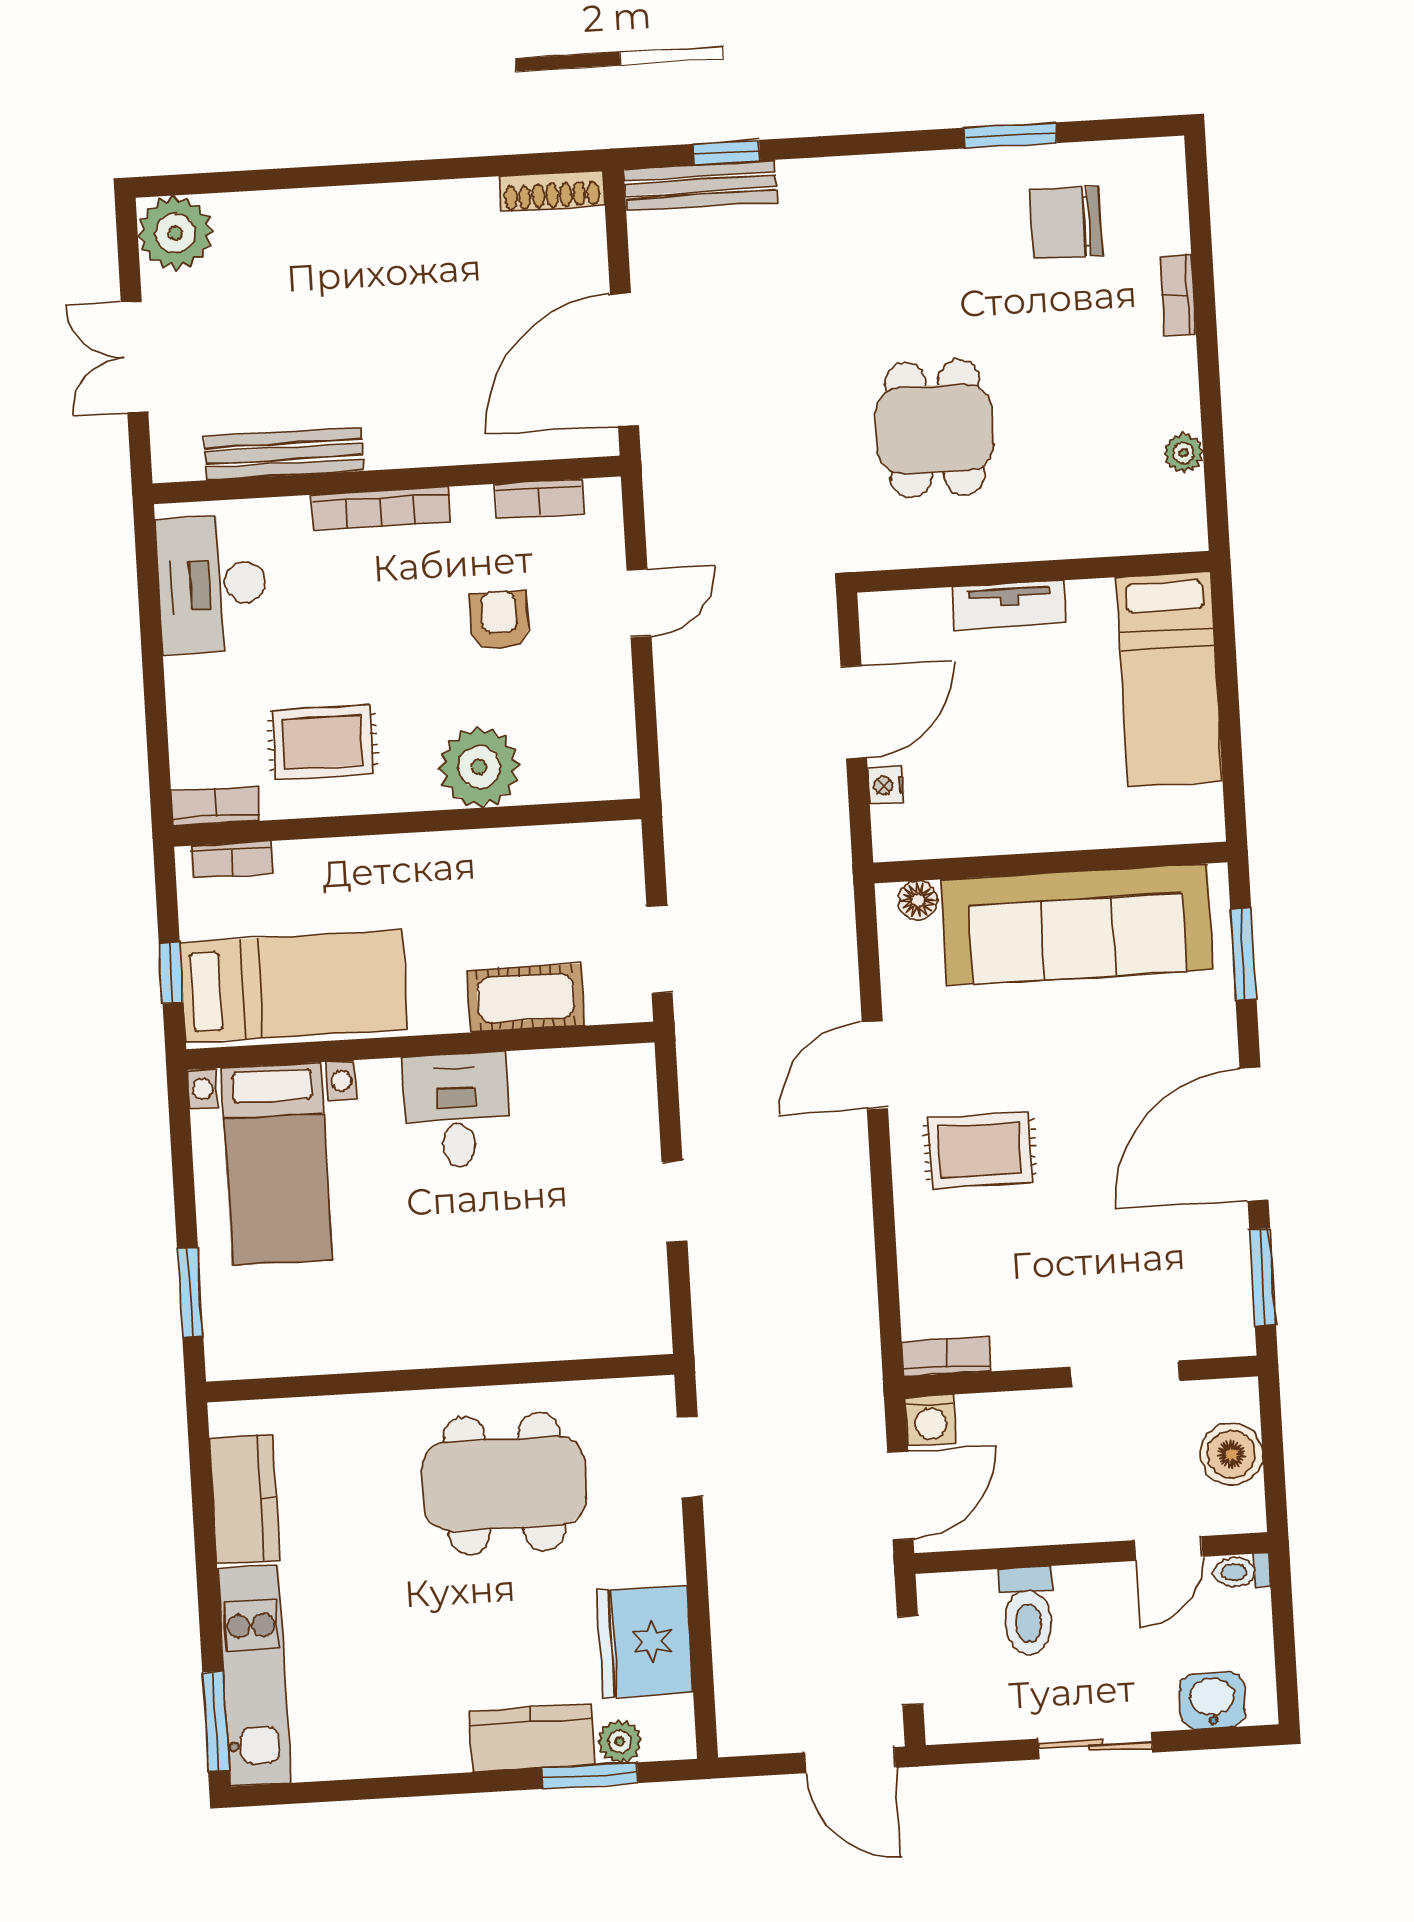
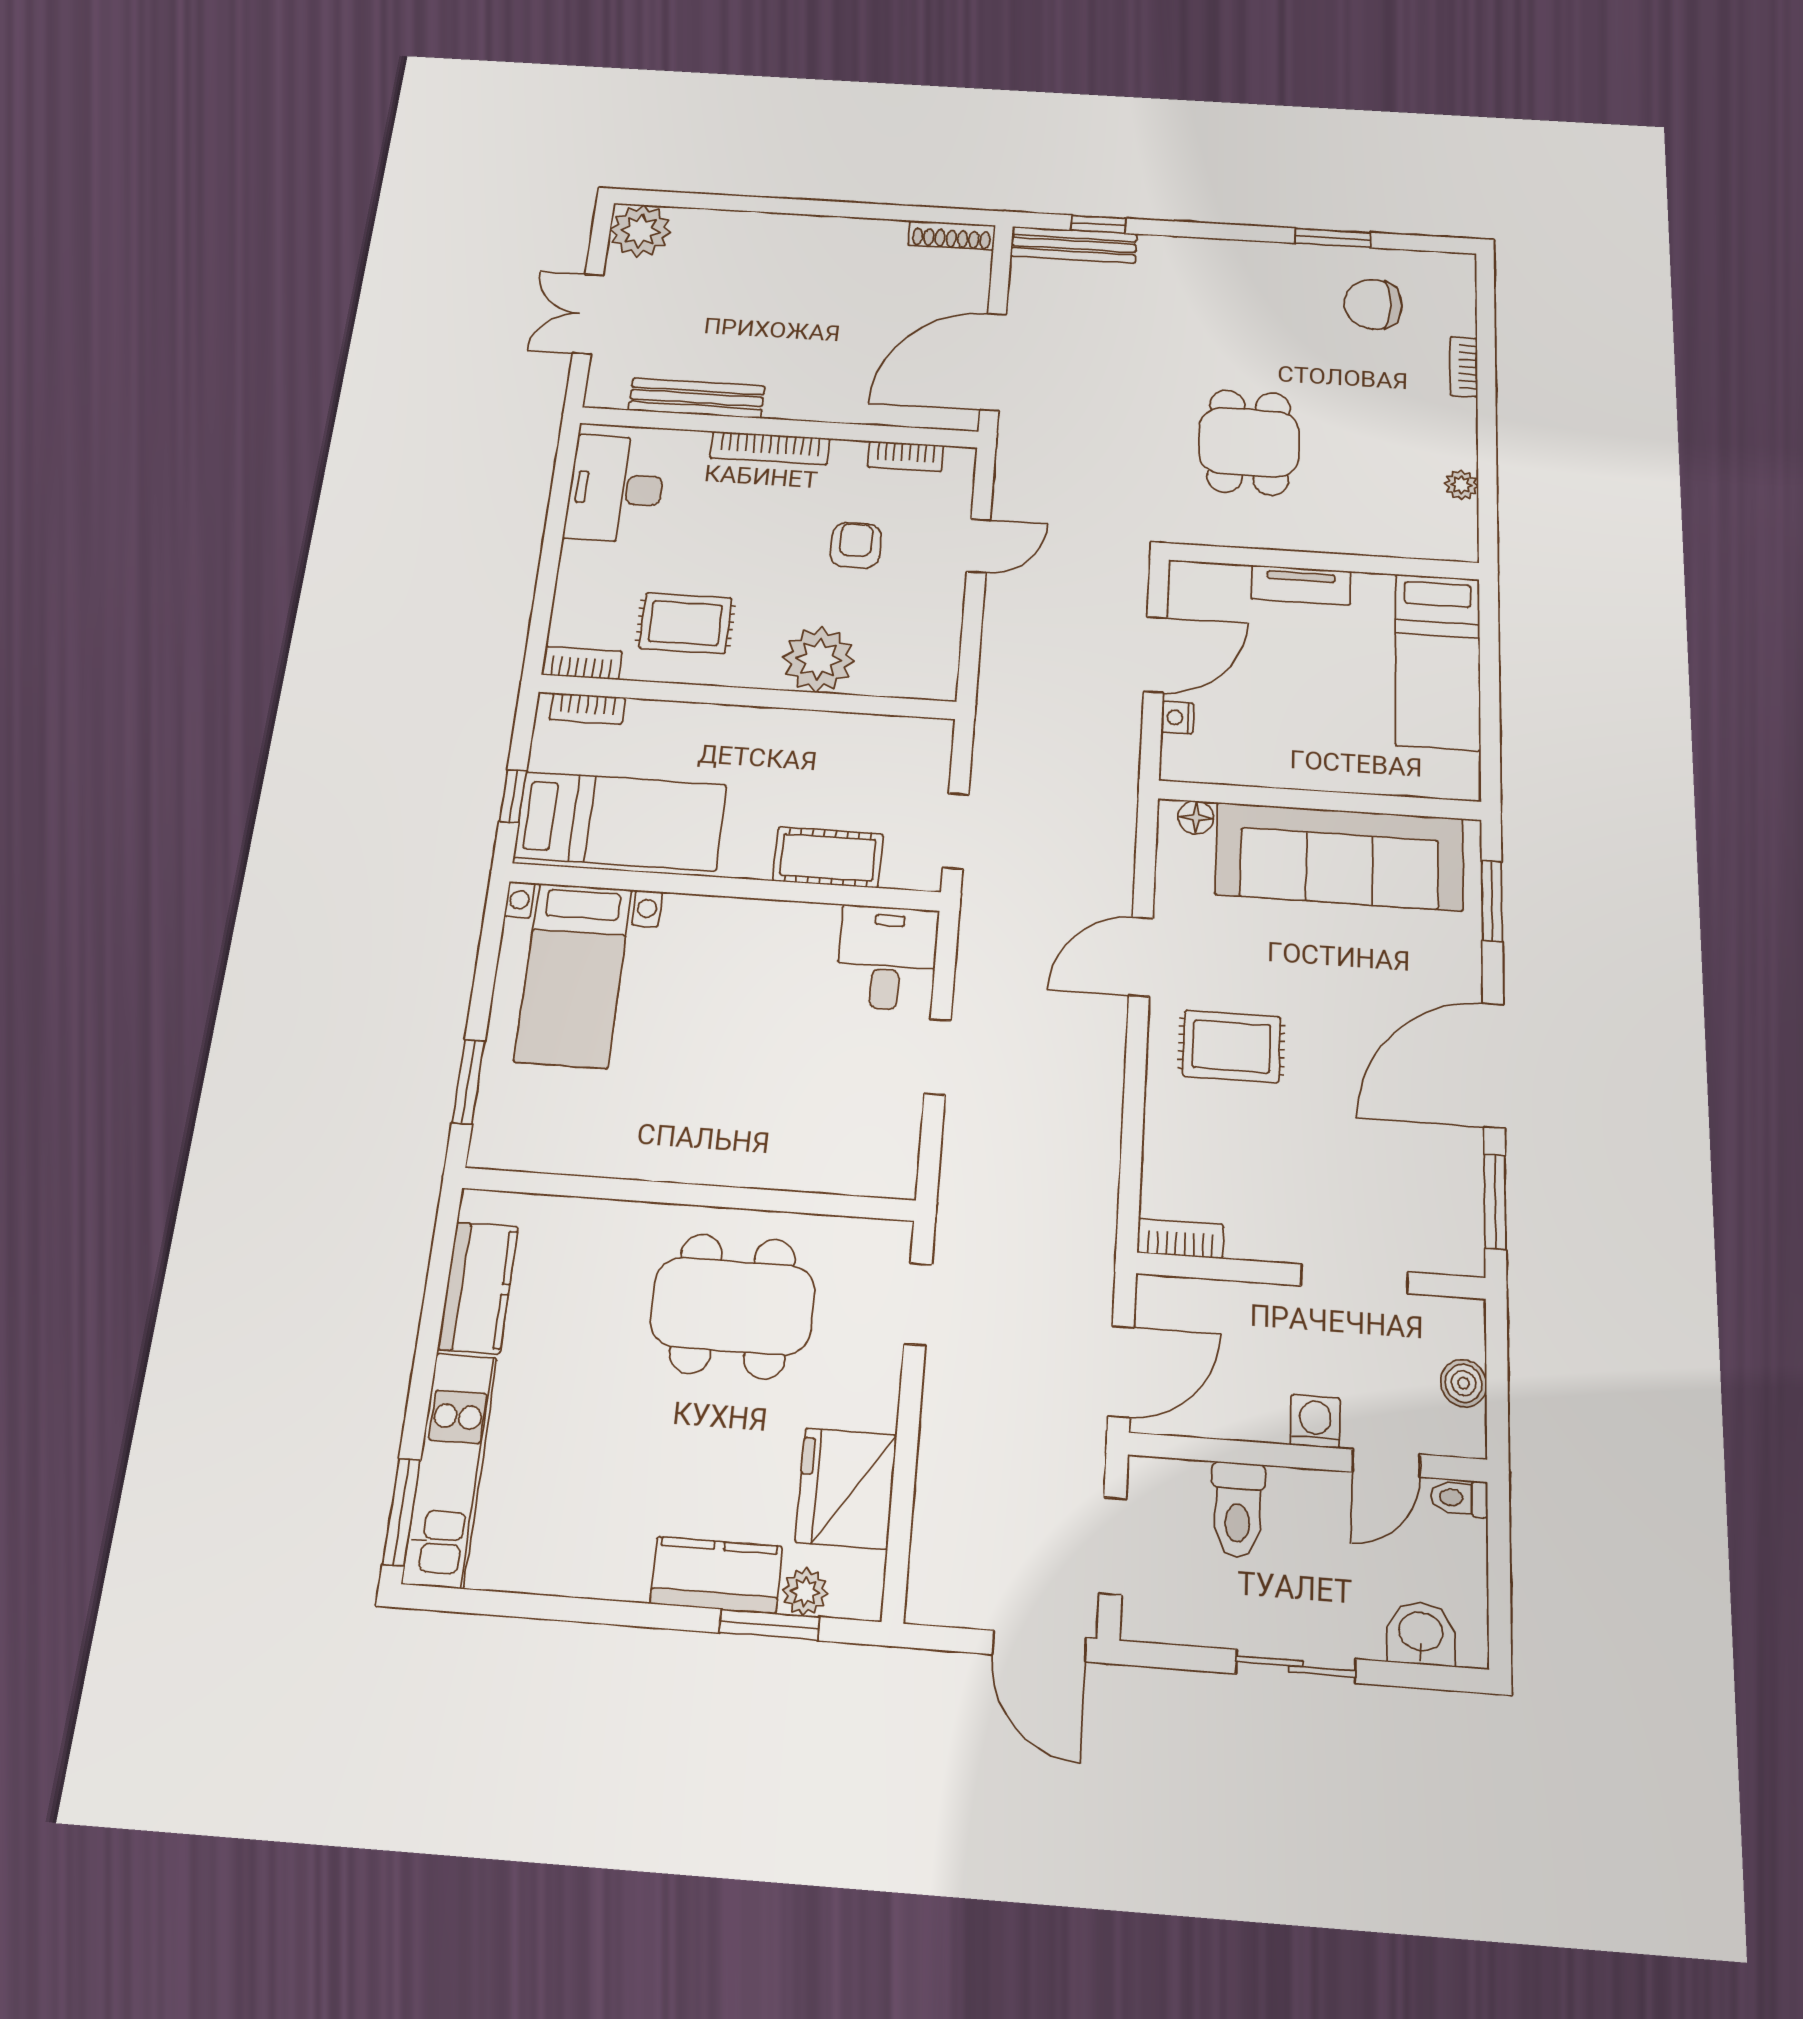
desk: (457, 1110) -> (887, 958), moved
washing machine: (930, 1420) -> (1315, 1421), moved, turned 180
boiler: (1231, 1454) -> (1464, 1383), width x0.73, depth x0.73

